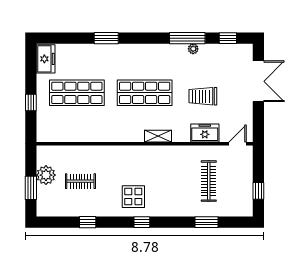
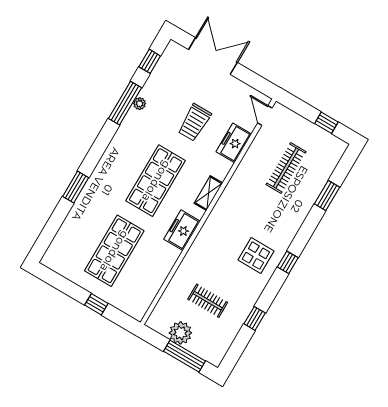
freezer: (46, 59) -> (182, 230), moved, turned -90
clothes rail: (80, 181) -> (208, 301), turned 90
clothes rail: (209, 181) -> (286, 168), turned 90
window: (31, 188) -> (185, 356), width x1.44

